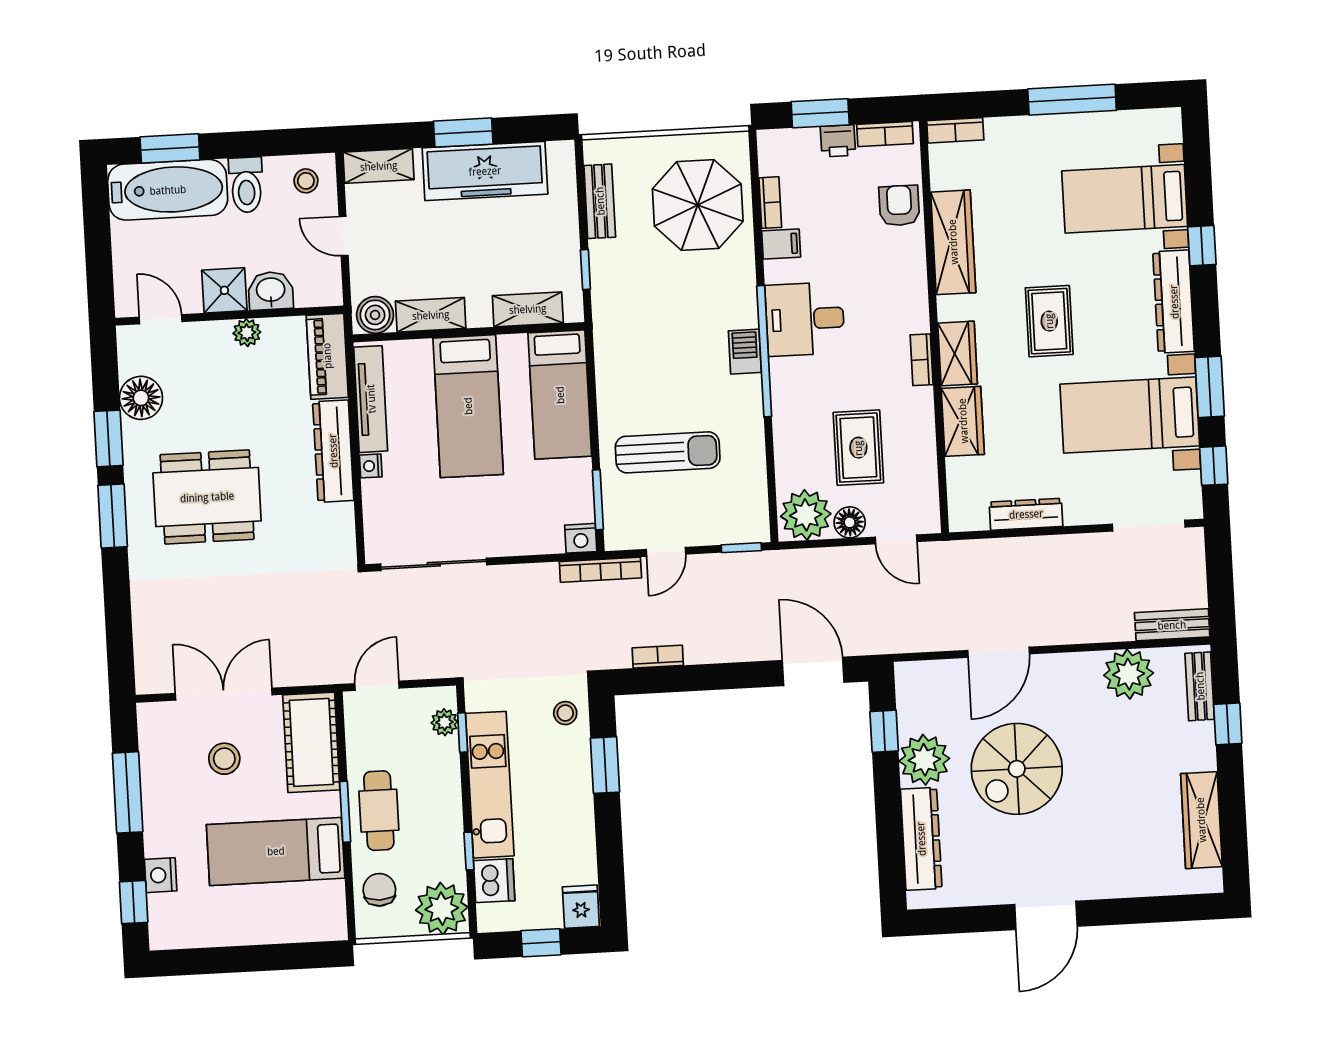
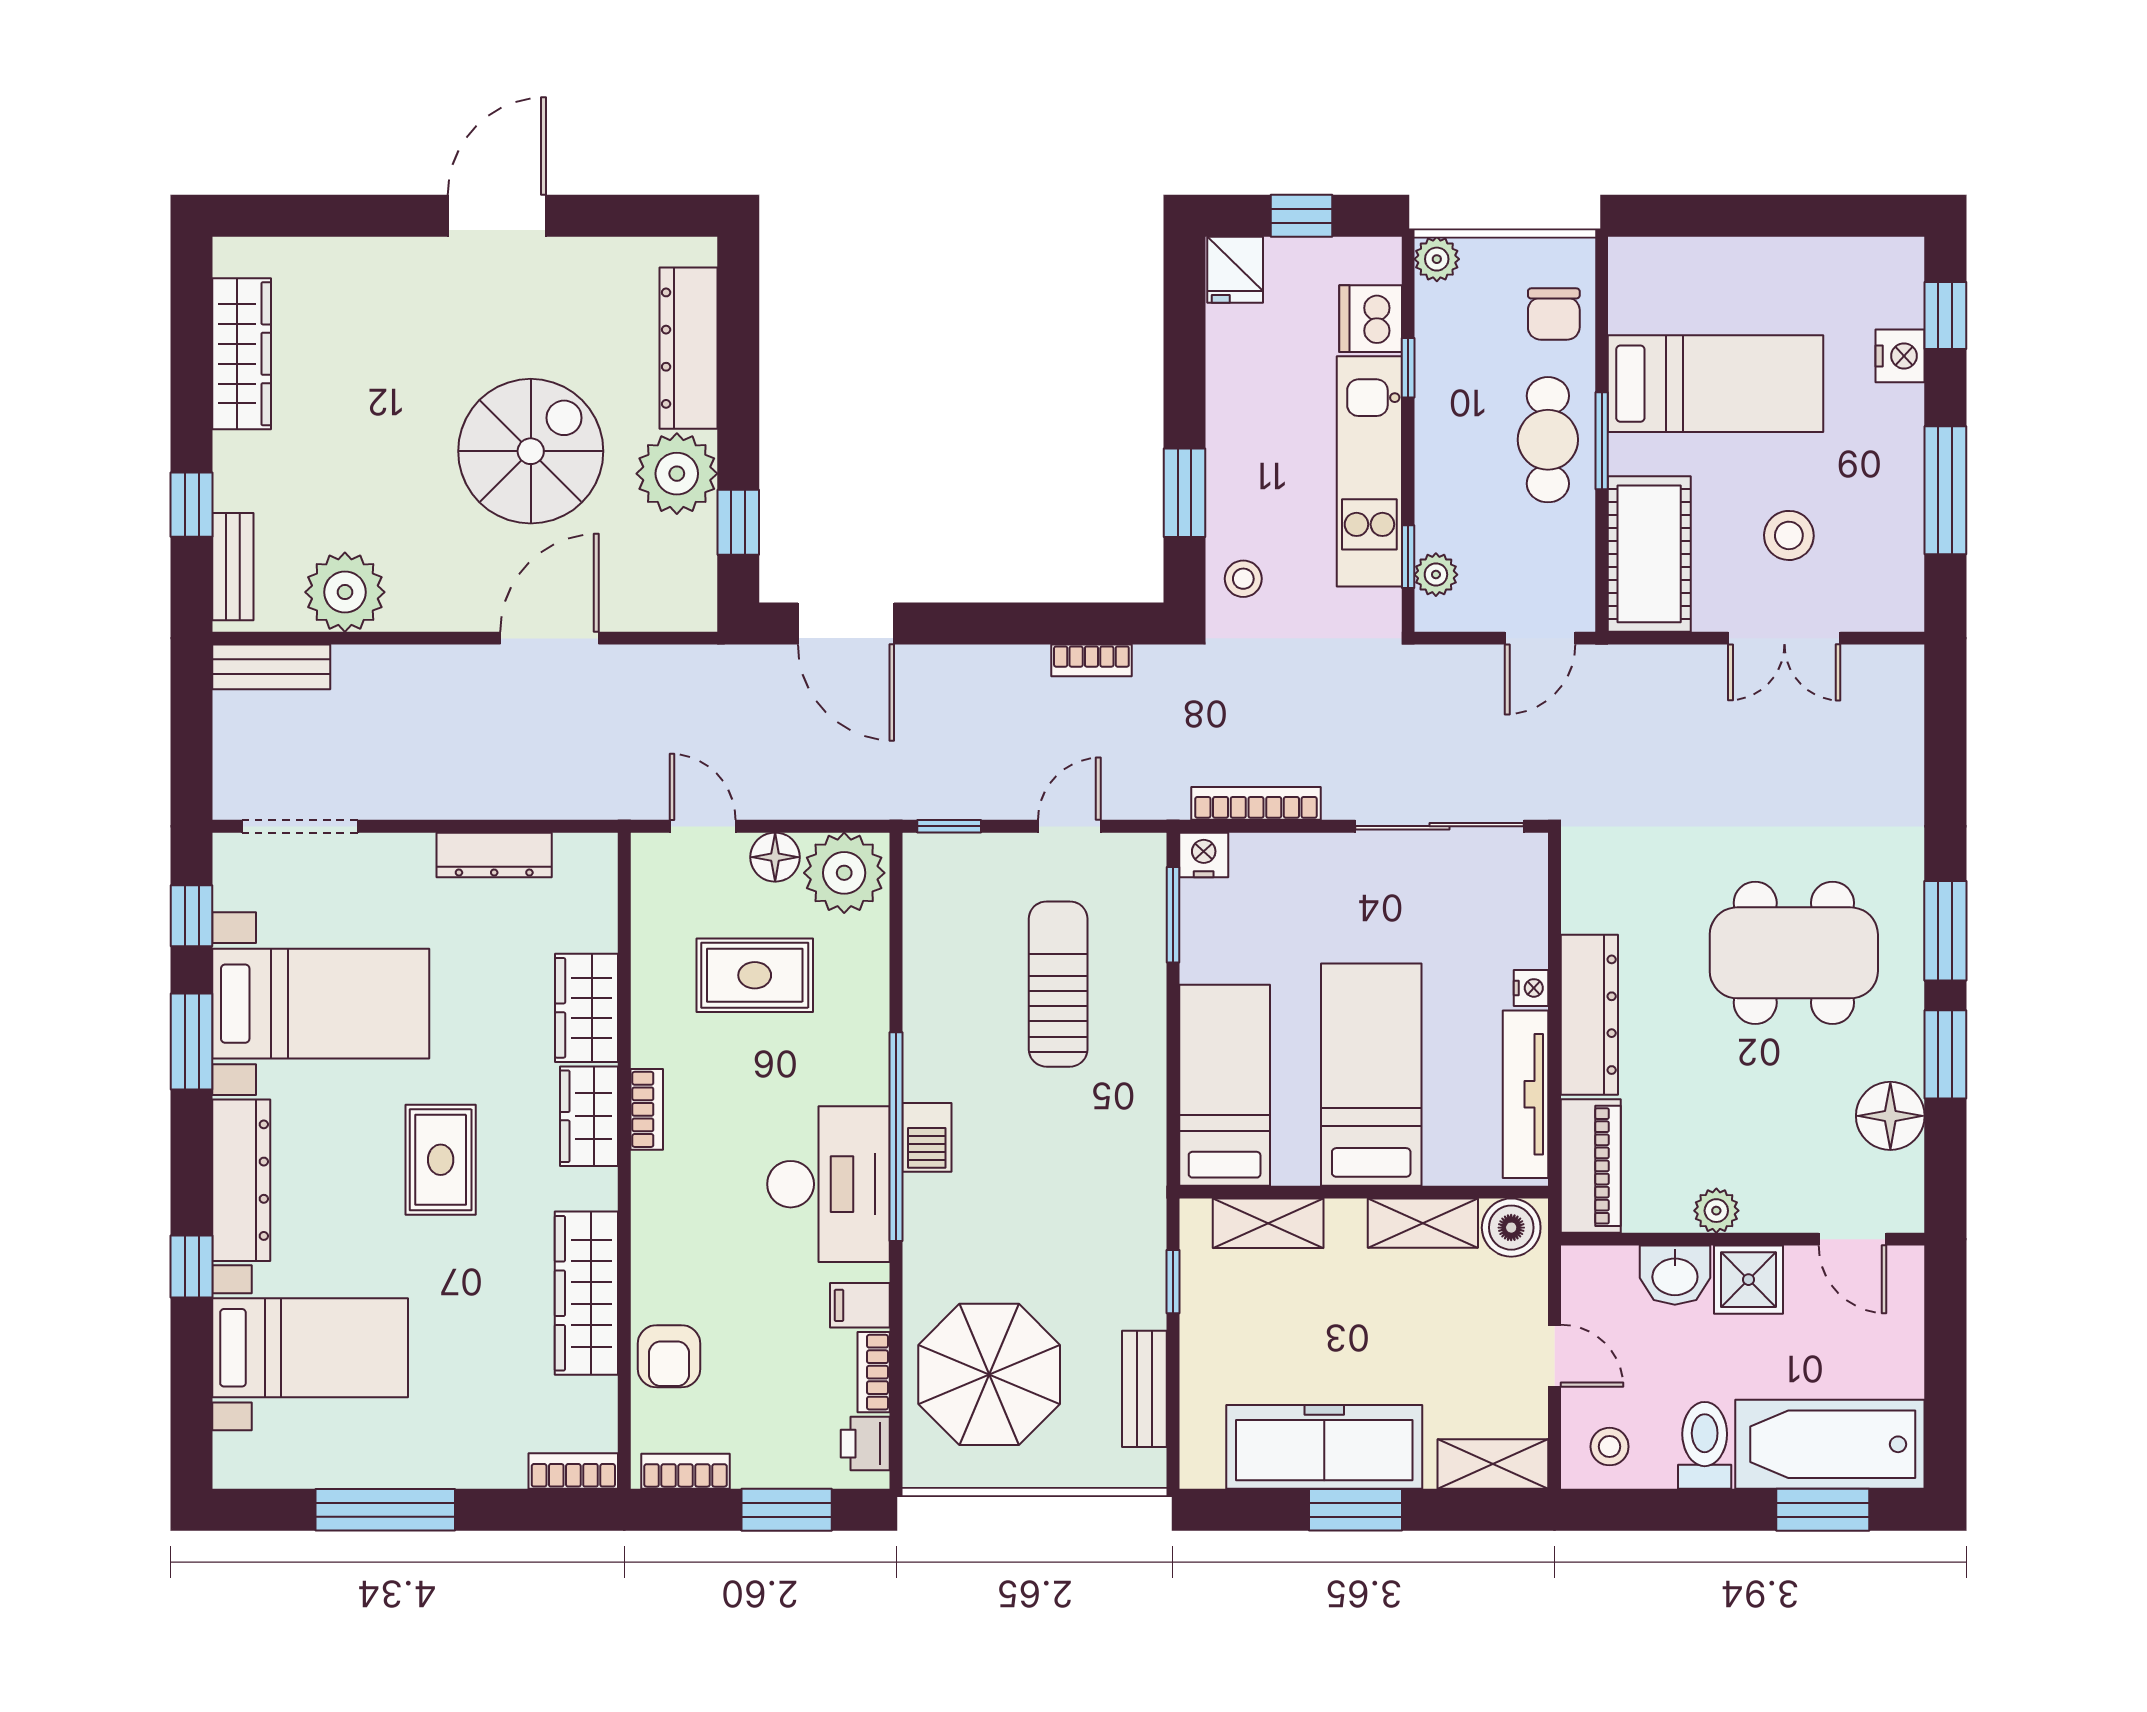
printer: (838, 141) -> (865, 1444), moved, turned -90
desk: (805, 319) -> (829, 1184), width x1.37
rug: (858, 448) -> (755, 975), turned 90
sun lounger: (668, 452) -> (1058, 984), turned 90
bookcase: (600, 570) -> (1256, 803), moved
double door: (224, 694) -> (1784, 638), width x0.73
plant: (442, 909) -> (1437, 259), width x0.53, depth x0.53

